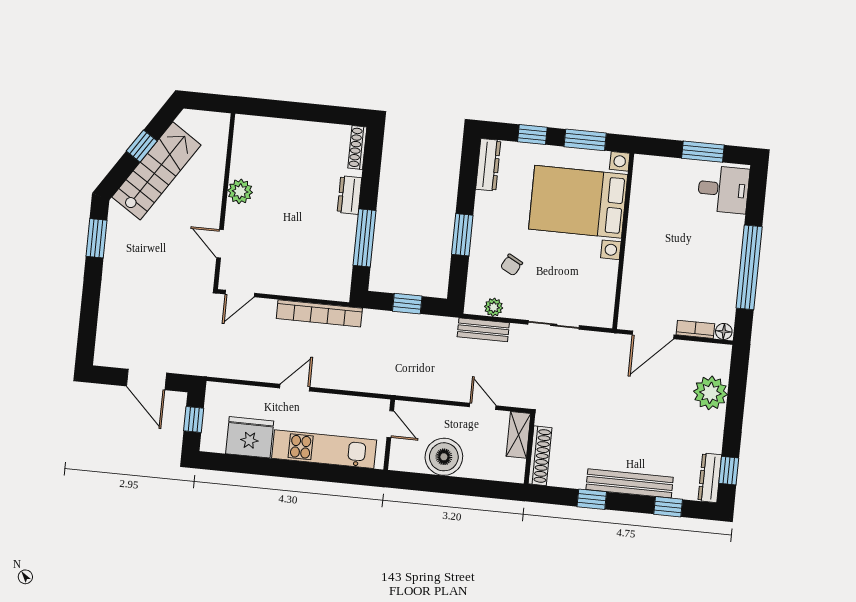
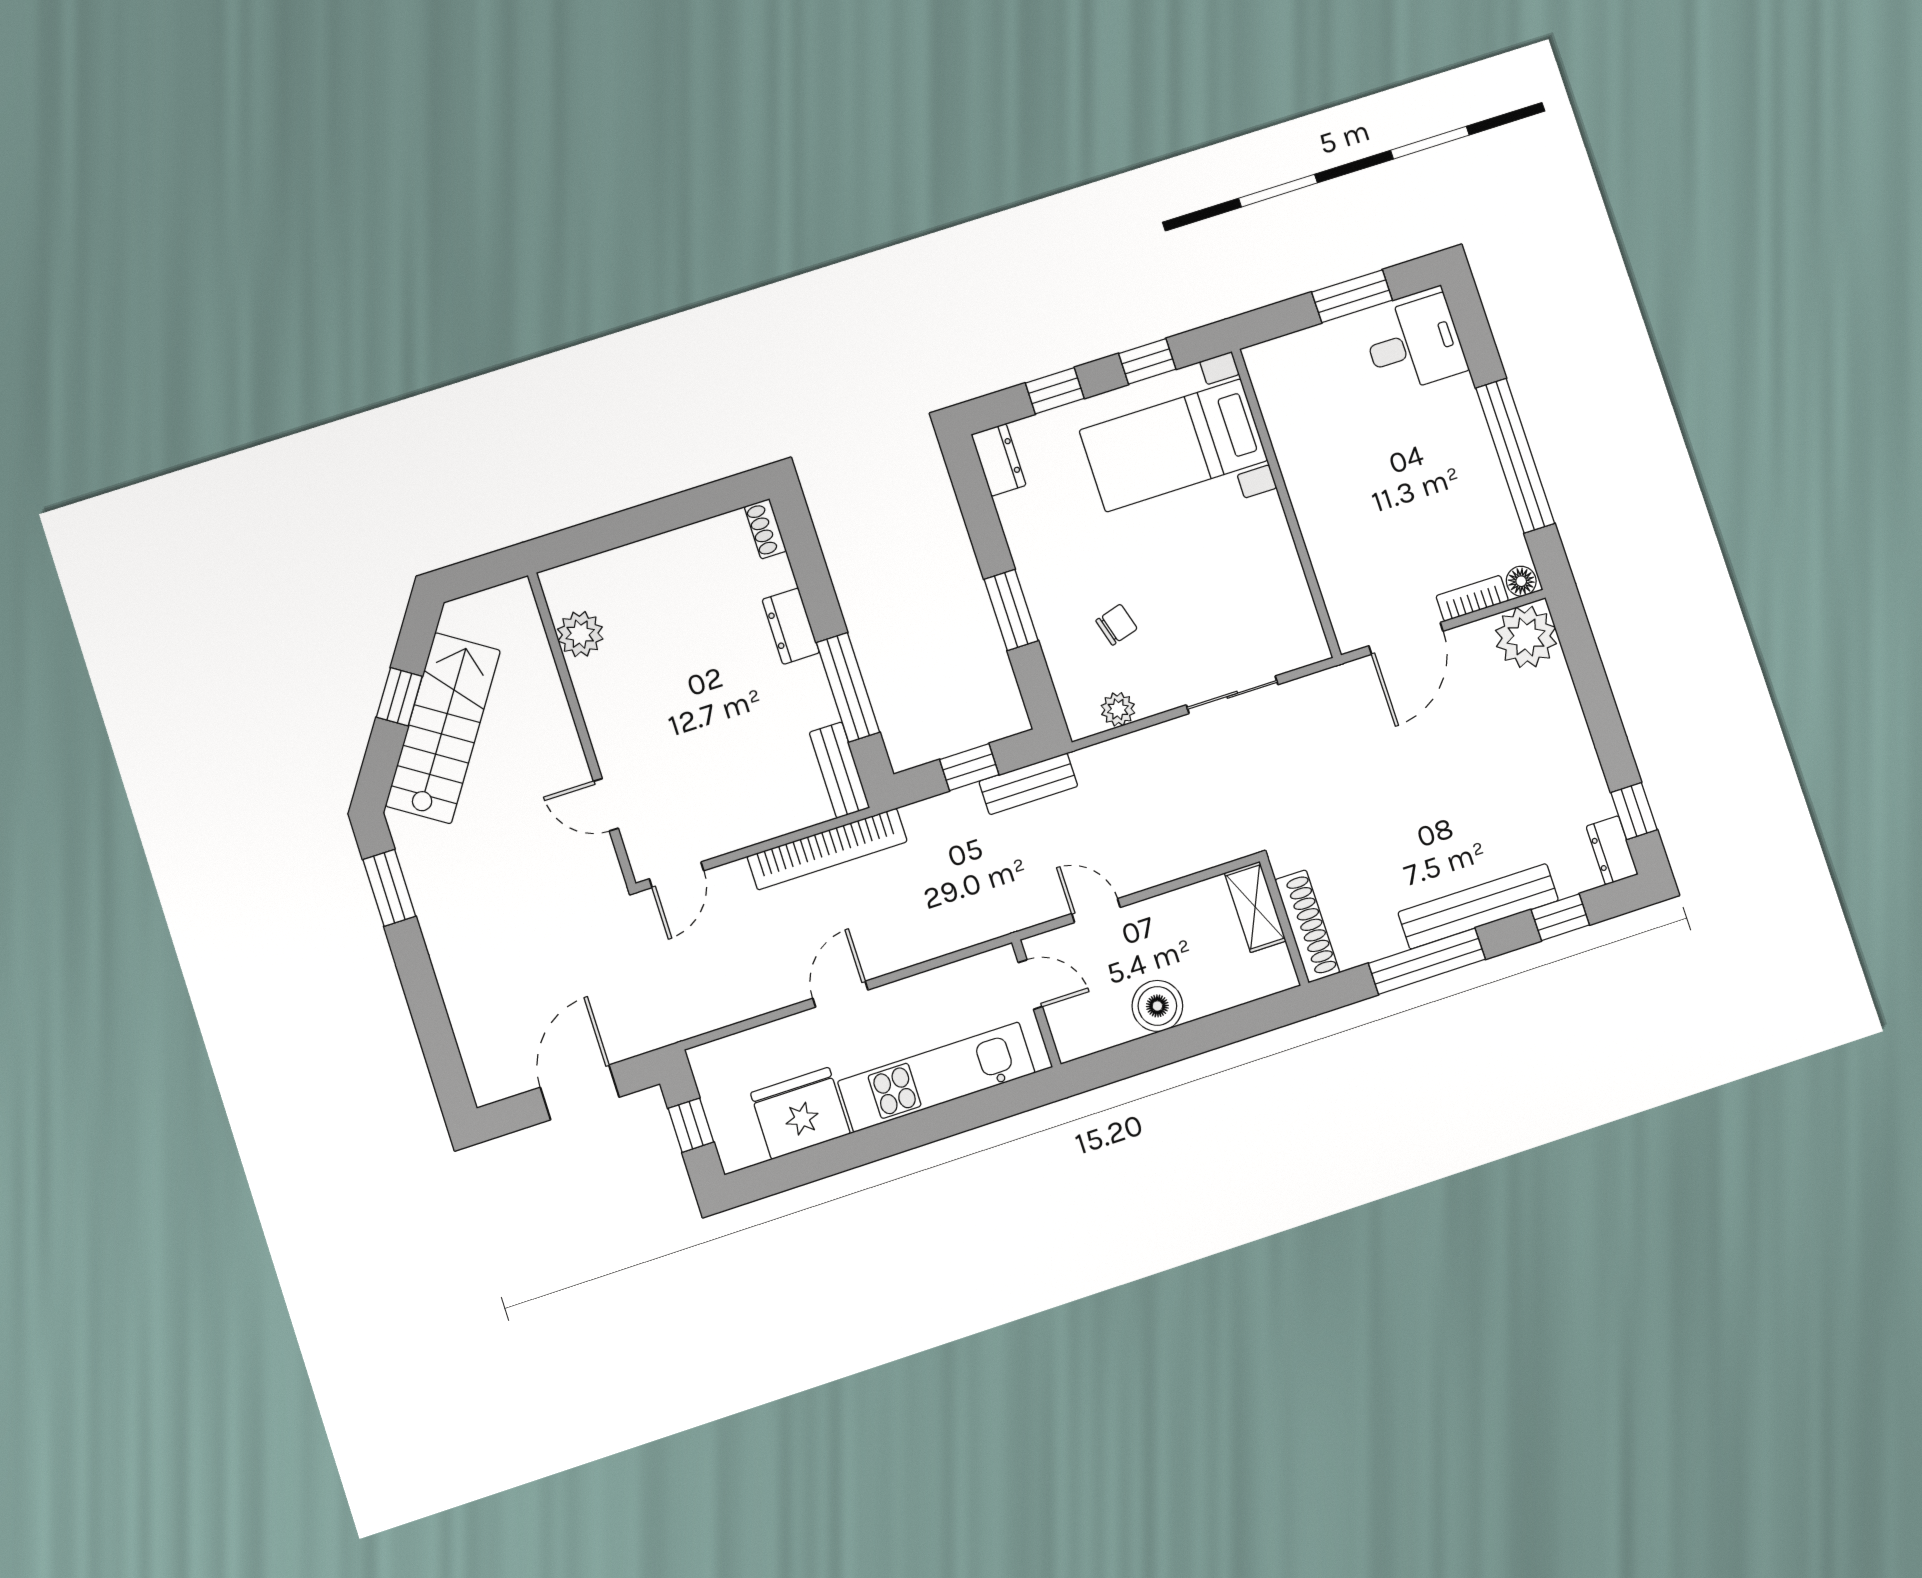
window: (585, 140) -> (1147, 361), width x0.67
shoe rack: (357, 148) -> (765, 529), width x0.70
dresser: (488, 165) -> (999, 460), width x0.70
plant: (240, 191) -> (580, 634), moved
bed with nightstands: (578, 202) -> (1173, 445), width x0.73
chair: (512, 265) -> (1117, 625), turned -134
bench: (342, 277) -> (839, 770), added
bench: (483, 330) -> (1028, 784), moved
door: (146, 379) -> (580, 1092), swing flipped
plant: (710, 393) -> (1526, 637), moved
door: (483, 406) -> (1096, 911), moved
boiler: (444, 457) -> (1157, 1006), width x0.73, depth x0.73
dresser: (710, 478) -> (1612, 850), width x0.70
window: (592, 499) -> (1427, 961), width x2.17

